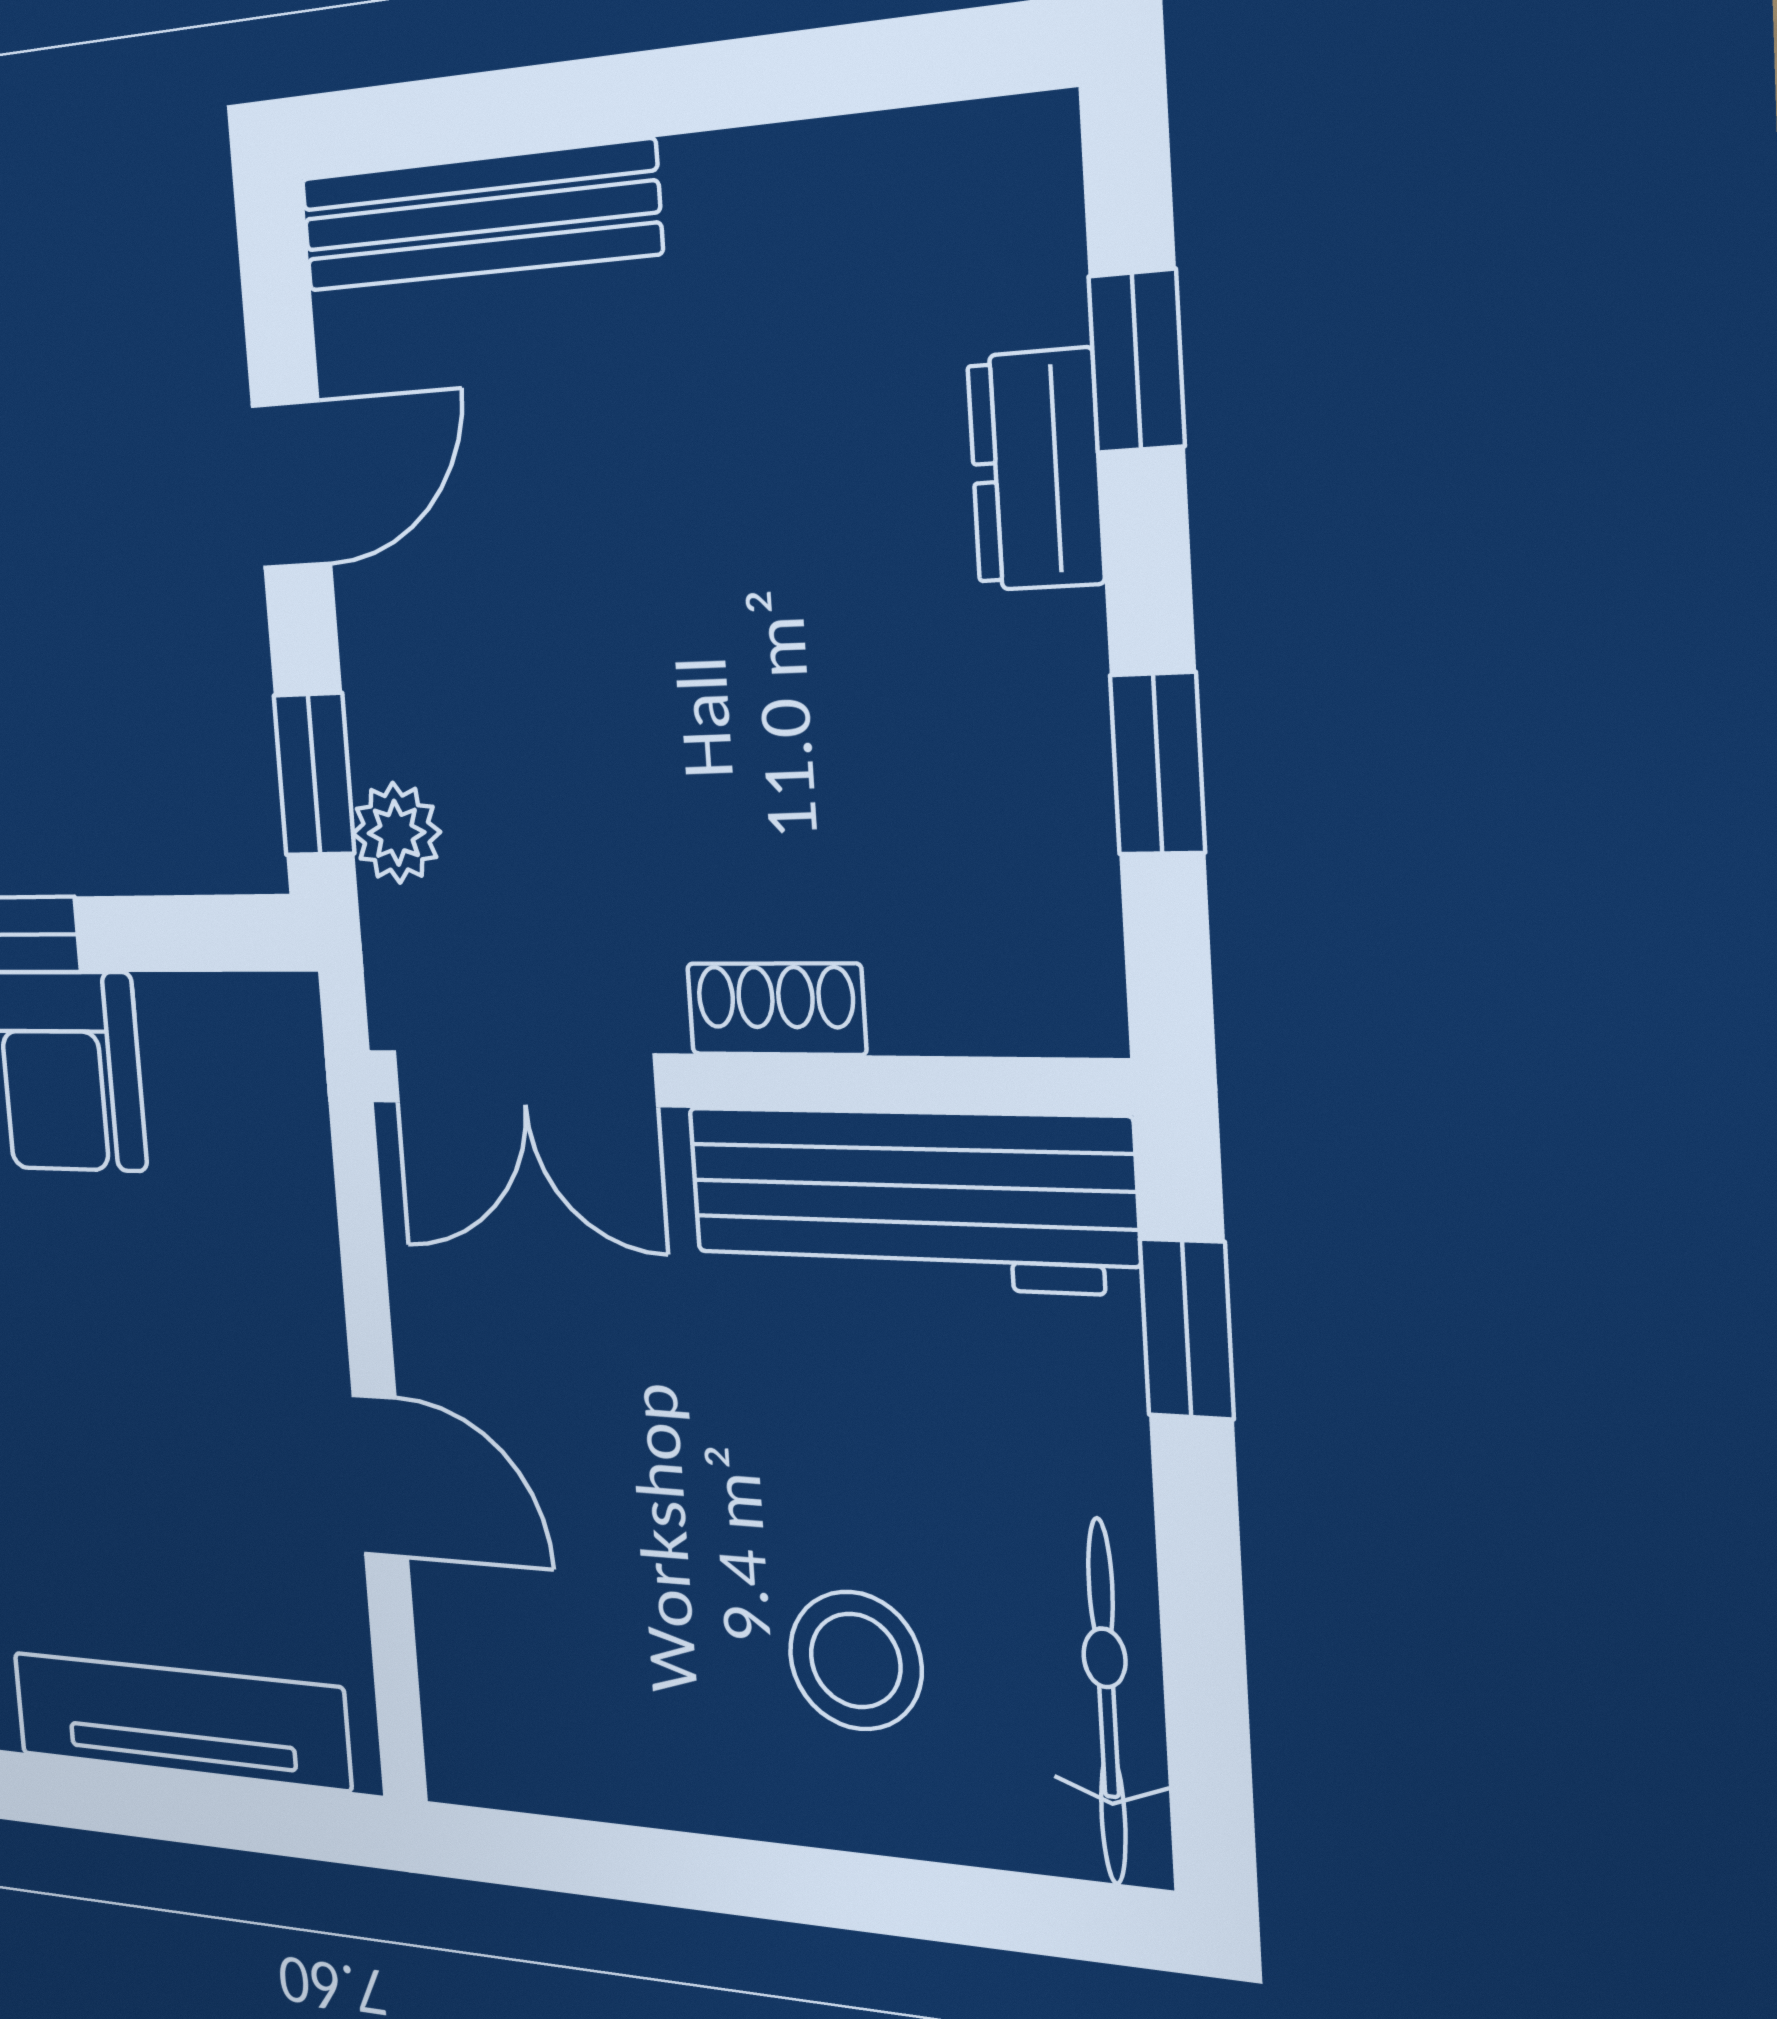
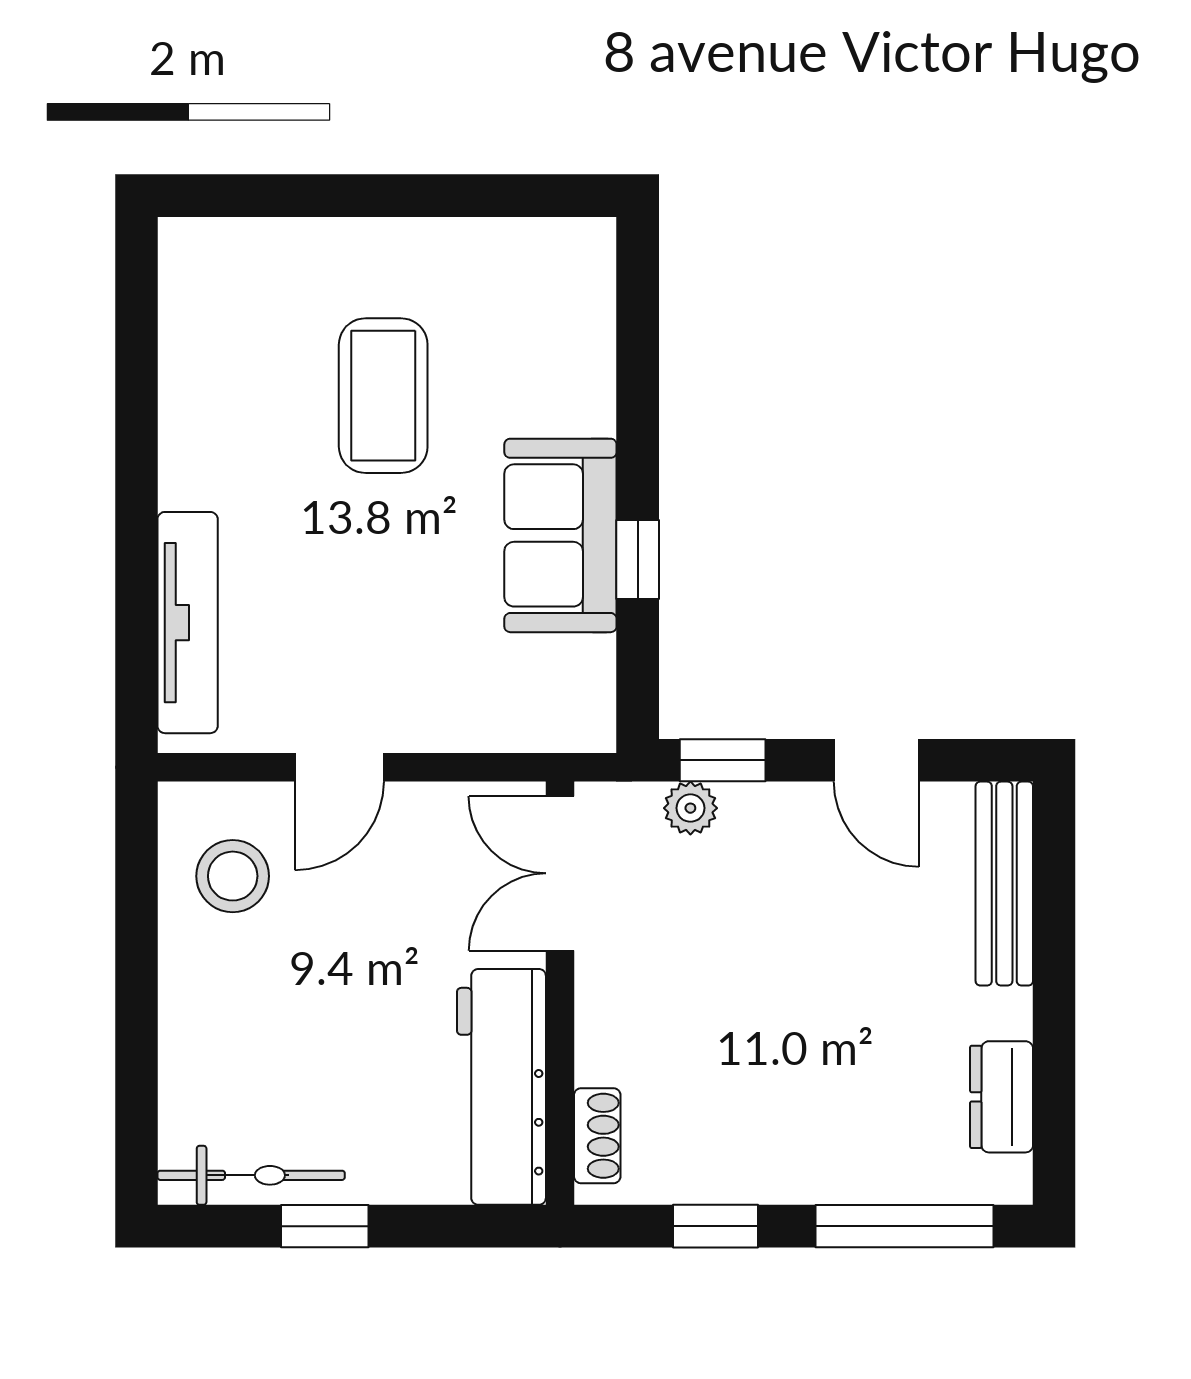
window: (1137, 361) -> (904, 1226), width x2.17
dresser: (1036, 470) -> (1002, 1097), moved, turned -90
shoe rack: (776, 1009) -> (597, 1136), moved
window: (1187, 1329) -> (325, 1226), moved
stool: (856, 1660) -> (233, 876), moved

